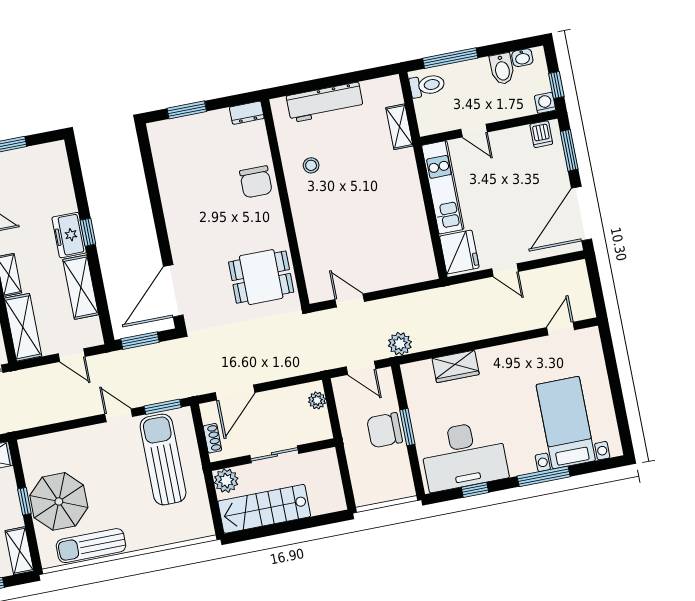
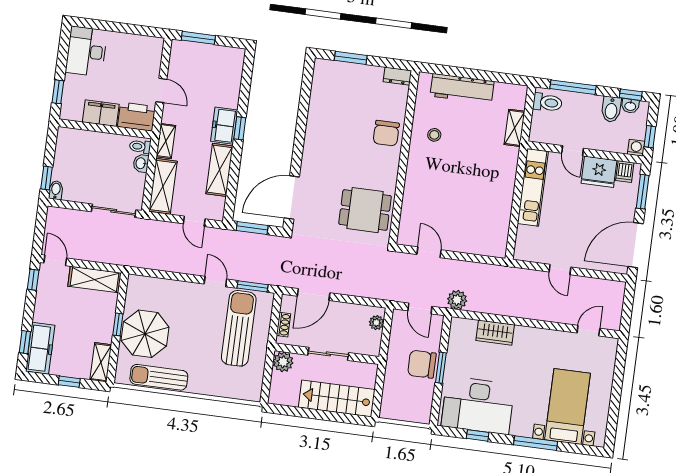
window: (519, 45) -> (631, 95), added
fridge: (459, 252) -> (599, 172), moved, turned 90
stairs: (264, 509) -> (337, 398), moved

